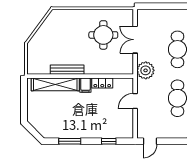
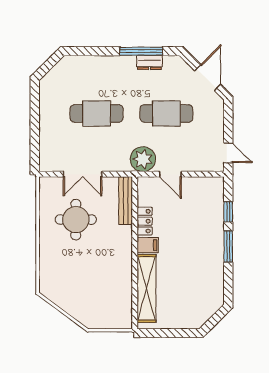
bench: (67, 70) -> (126, 201), moved
plant: (146, 70) -> (143, 159), moved
window: (70, 141) -> (228, 246), moved

